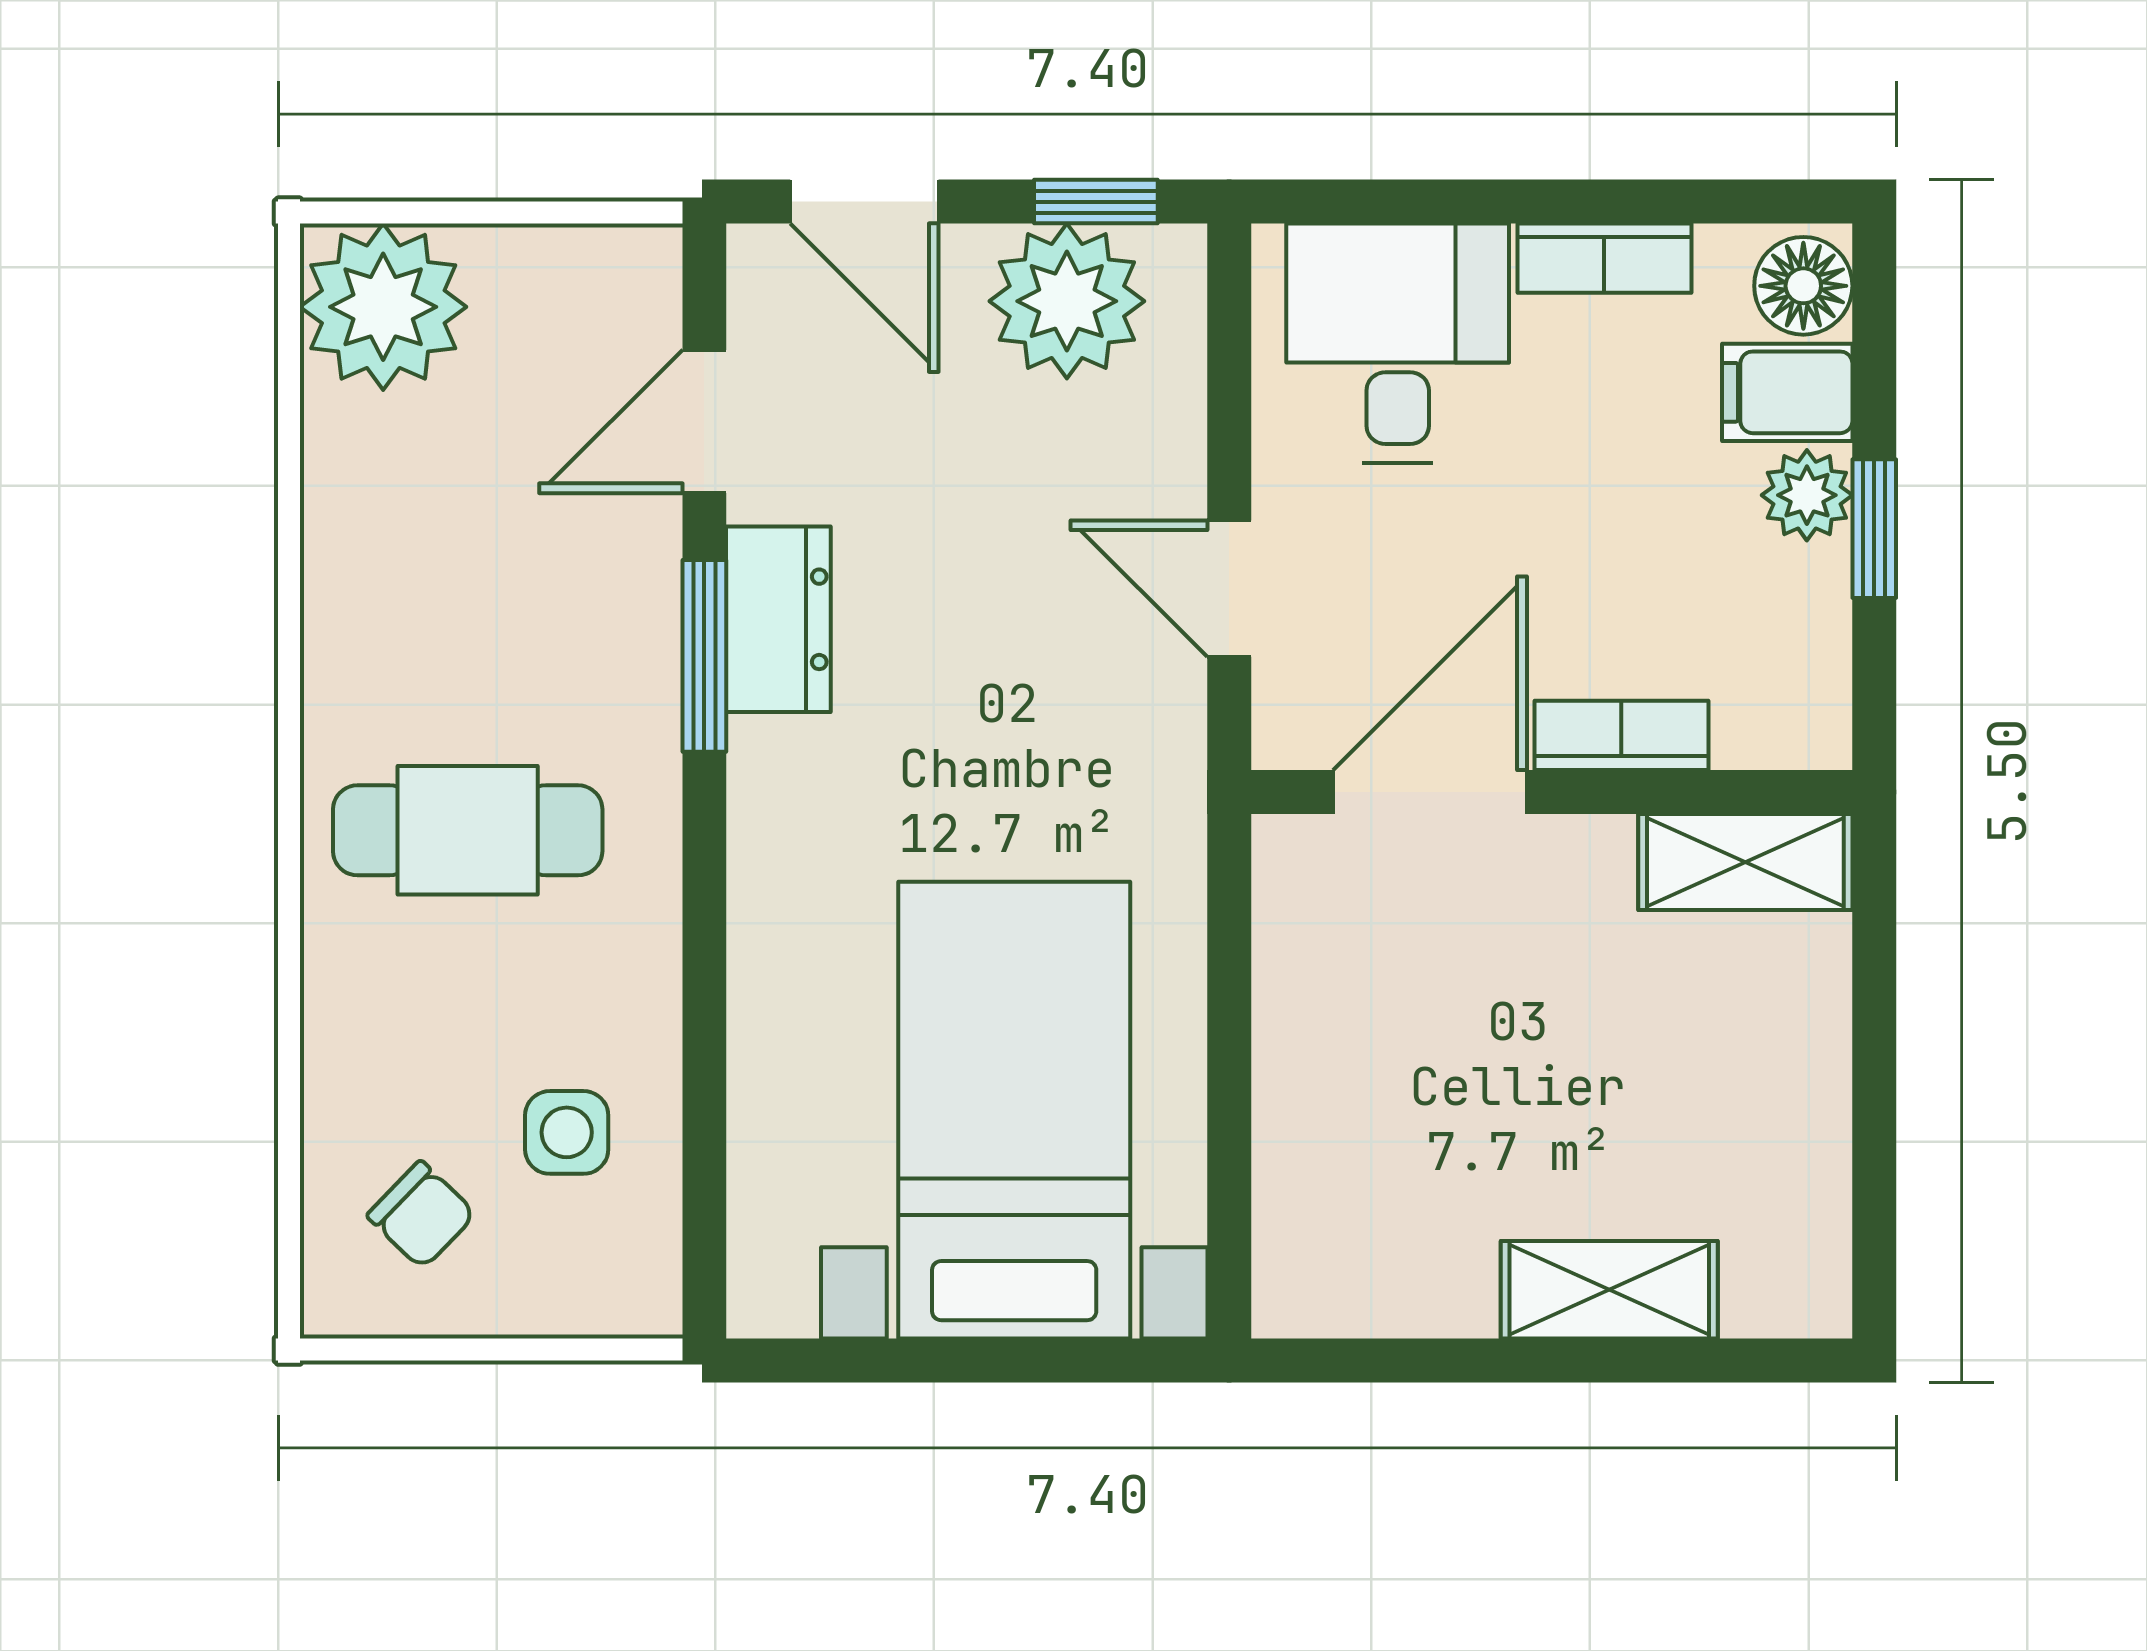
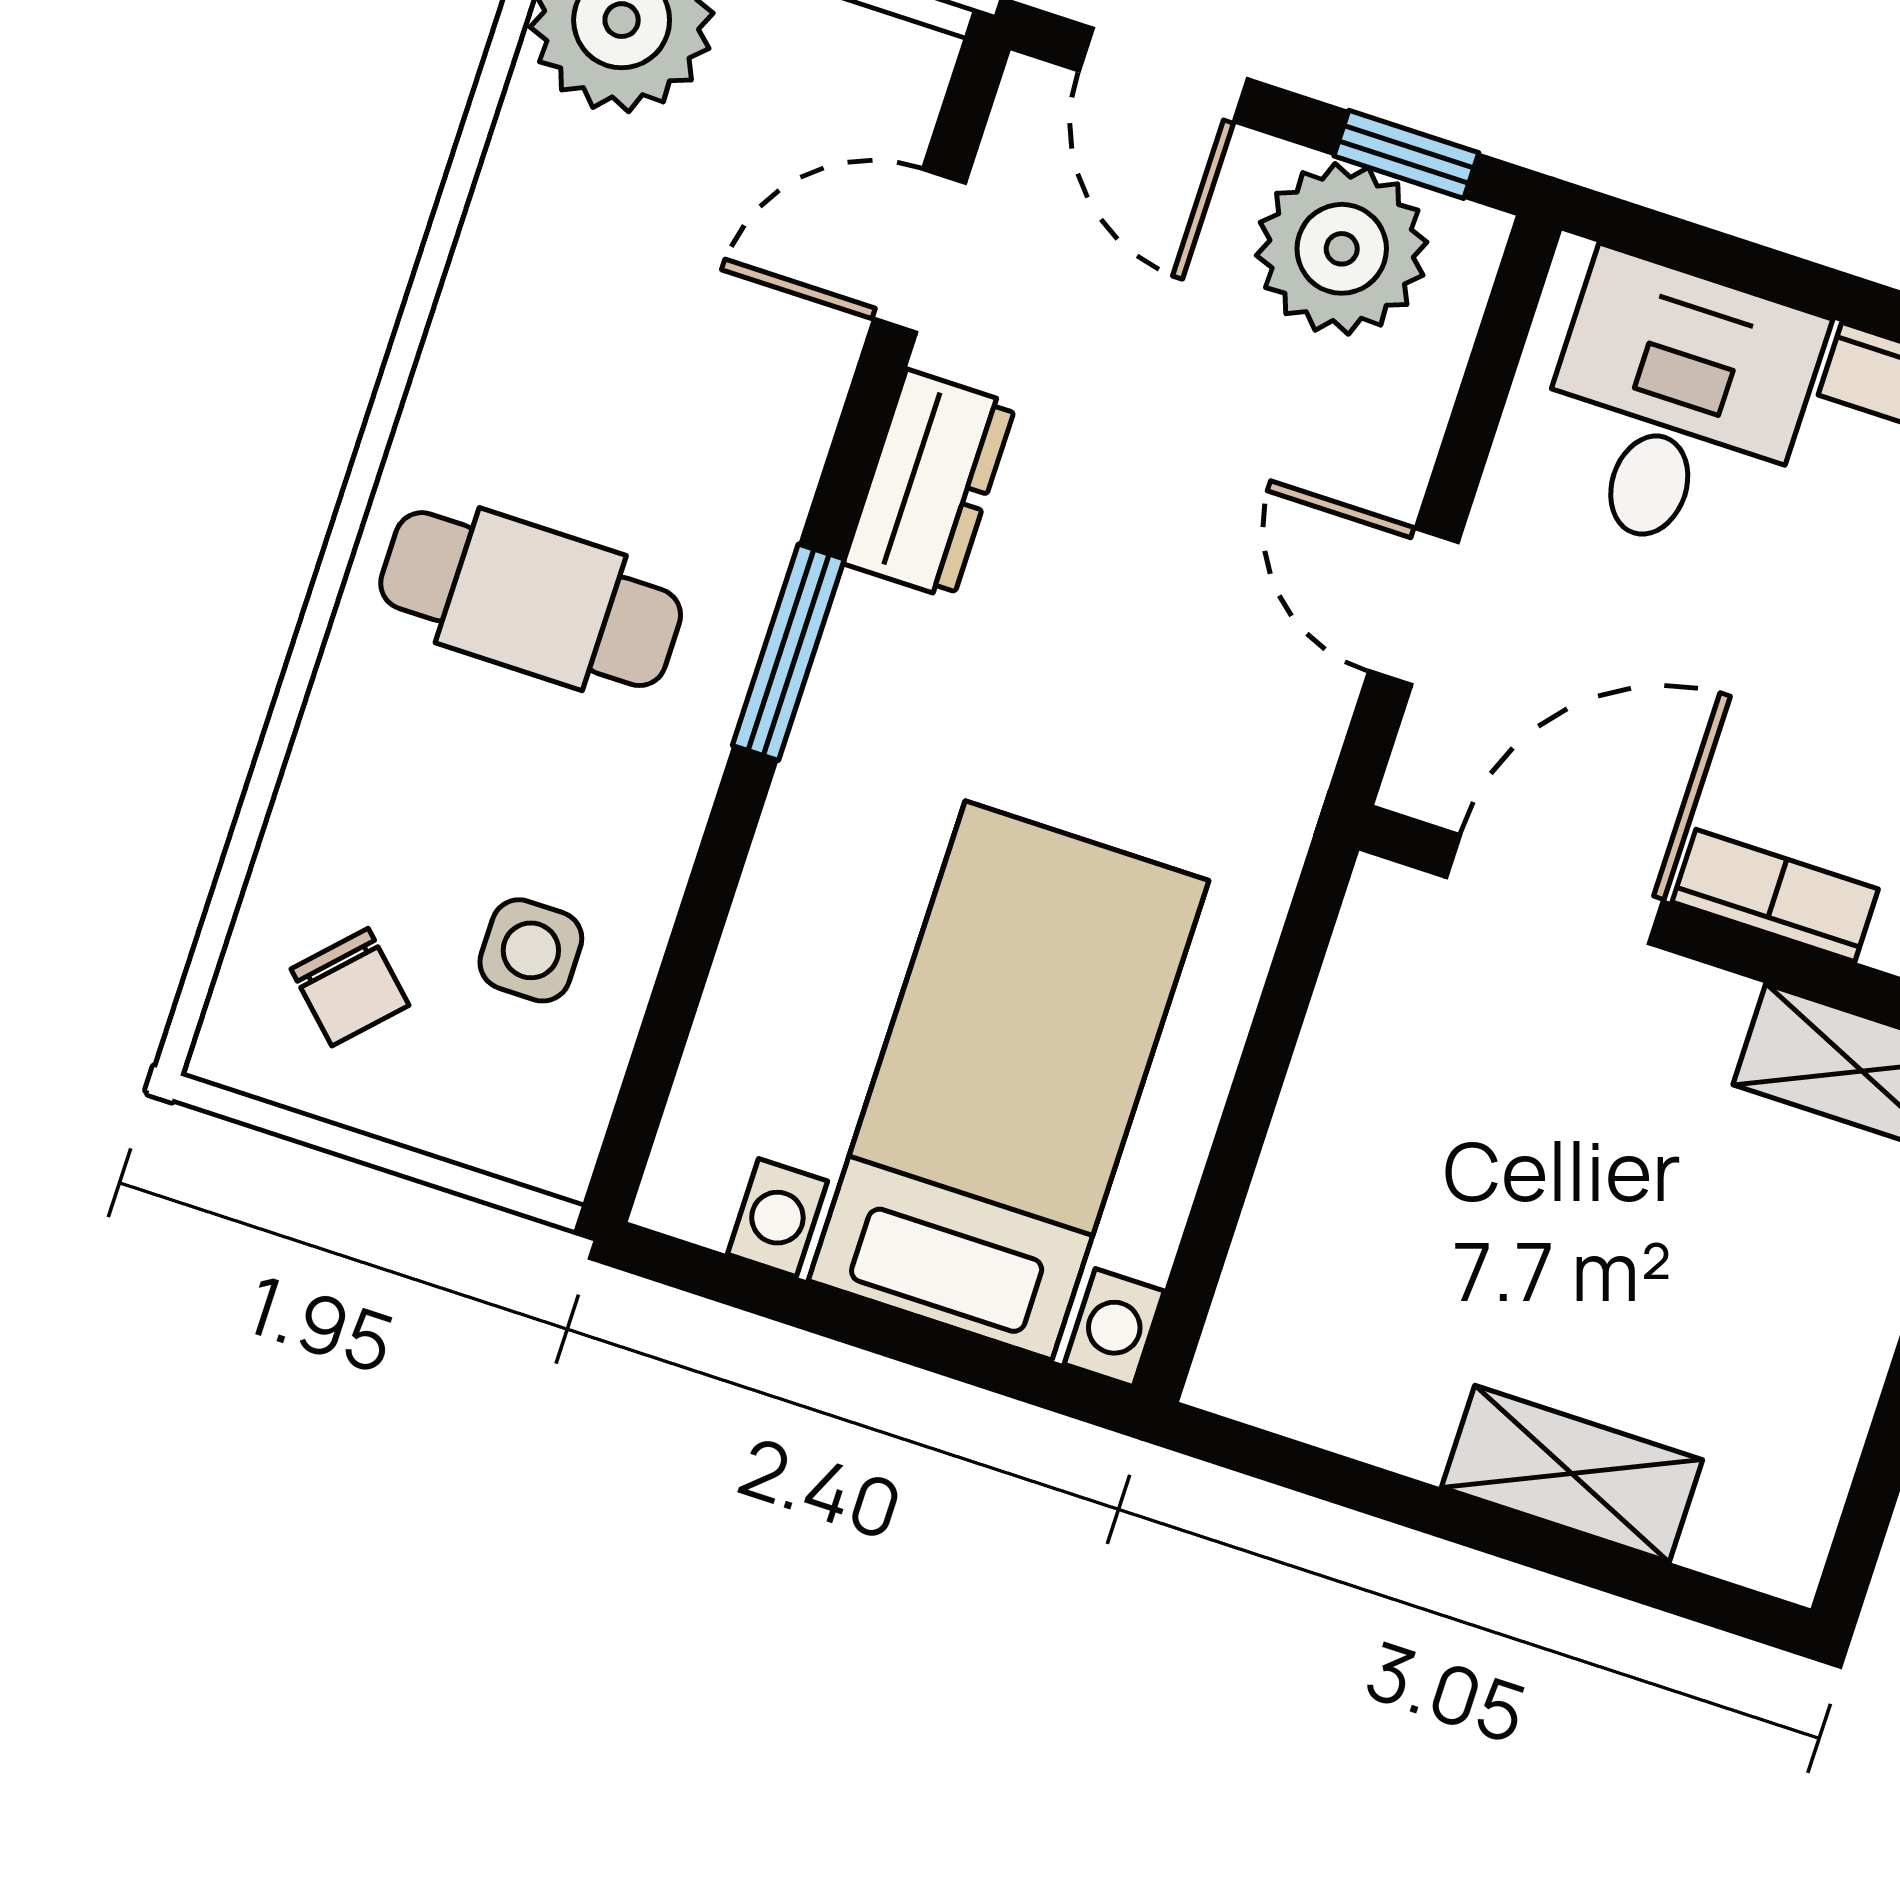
window: (704, 656) -> (788, 652), moved

